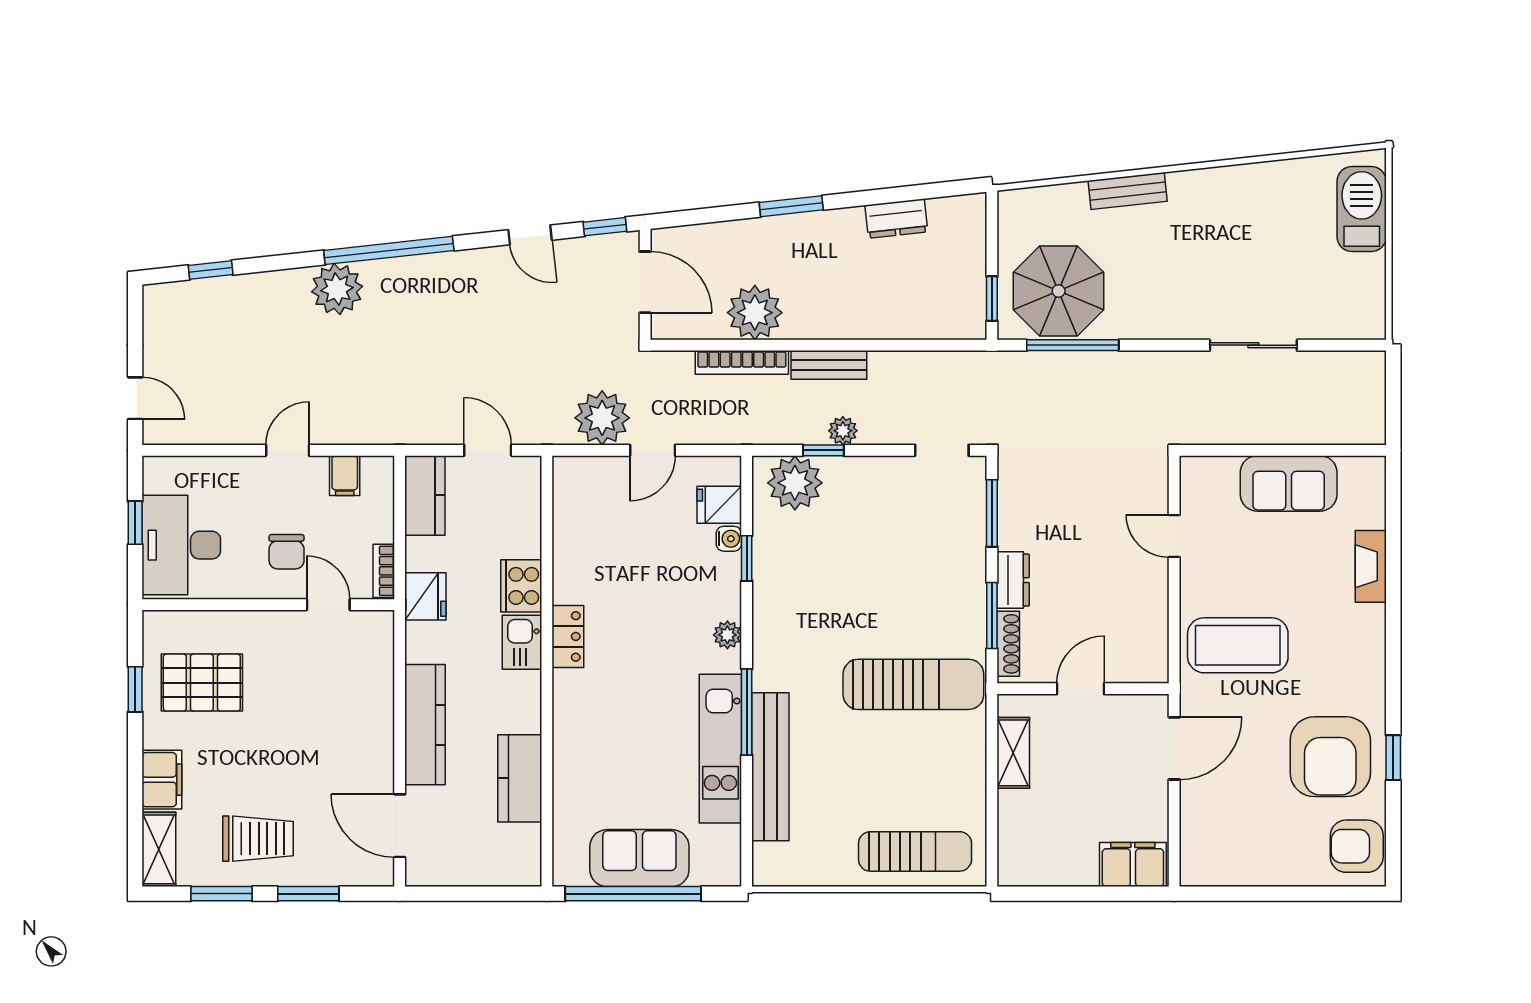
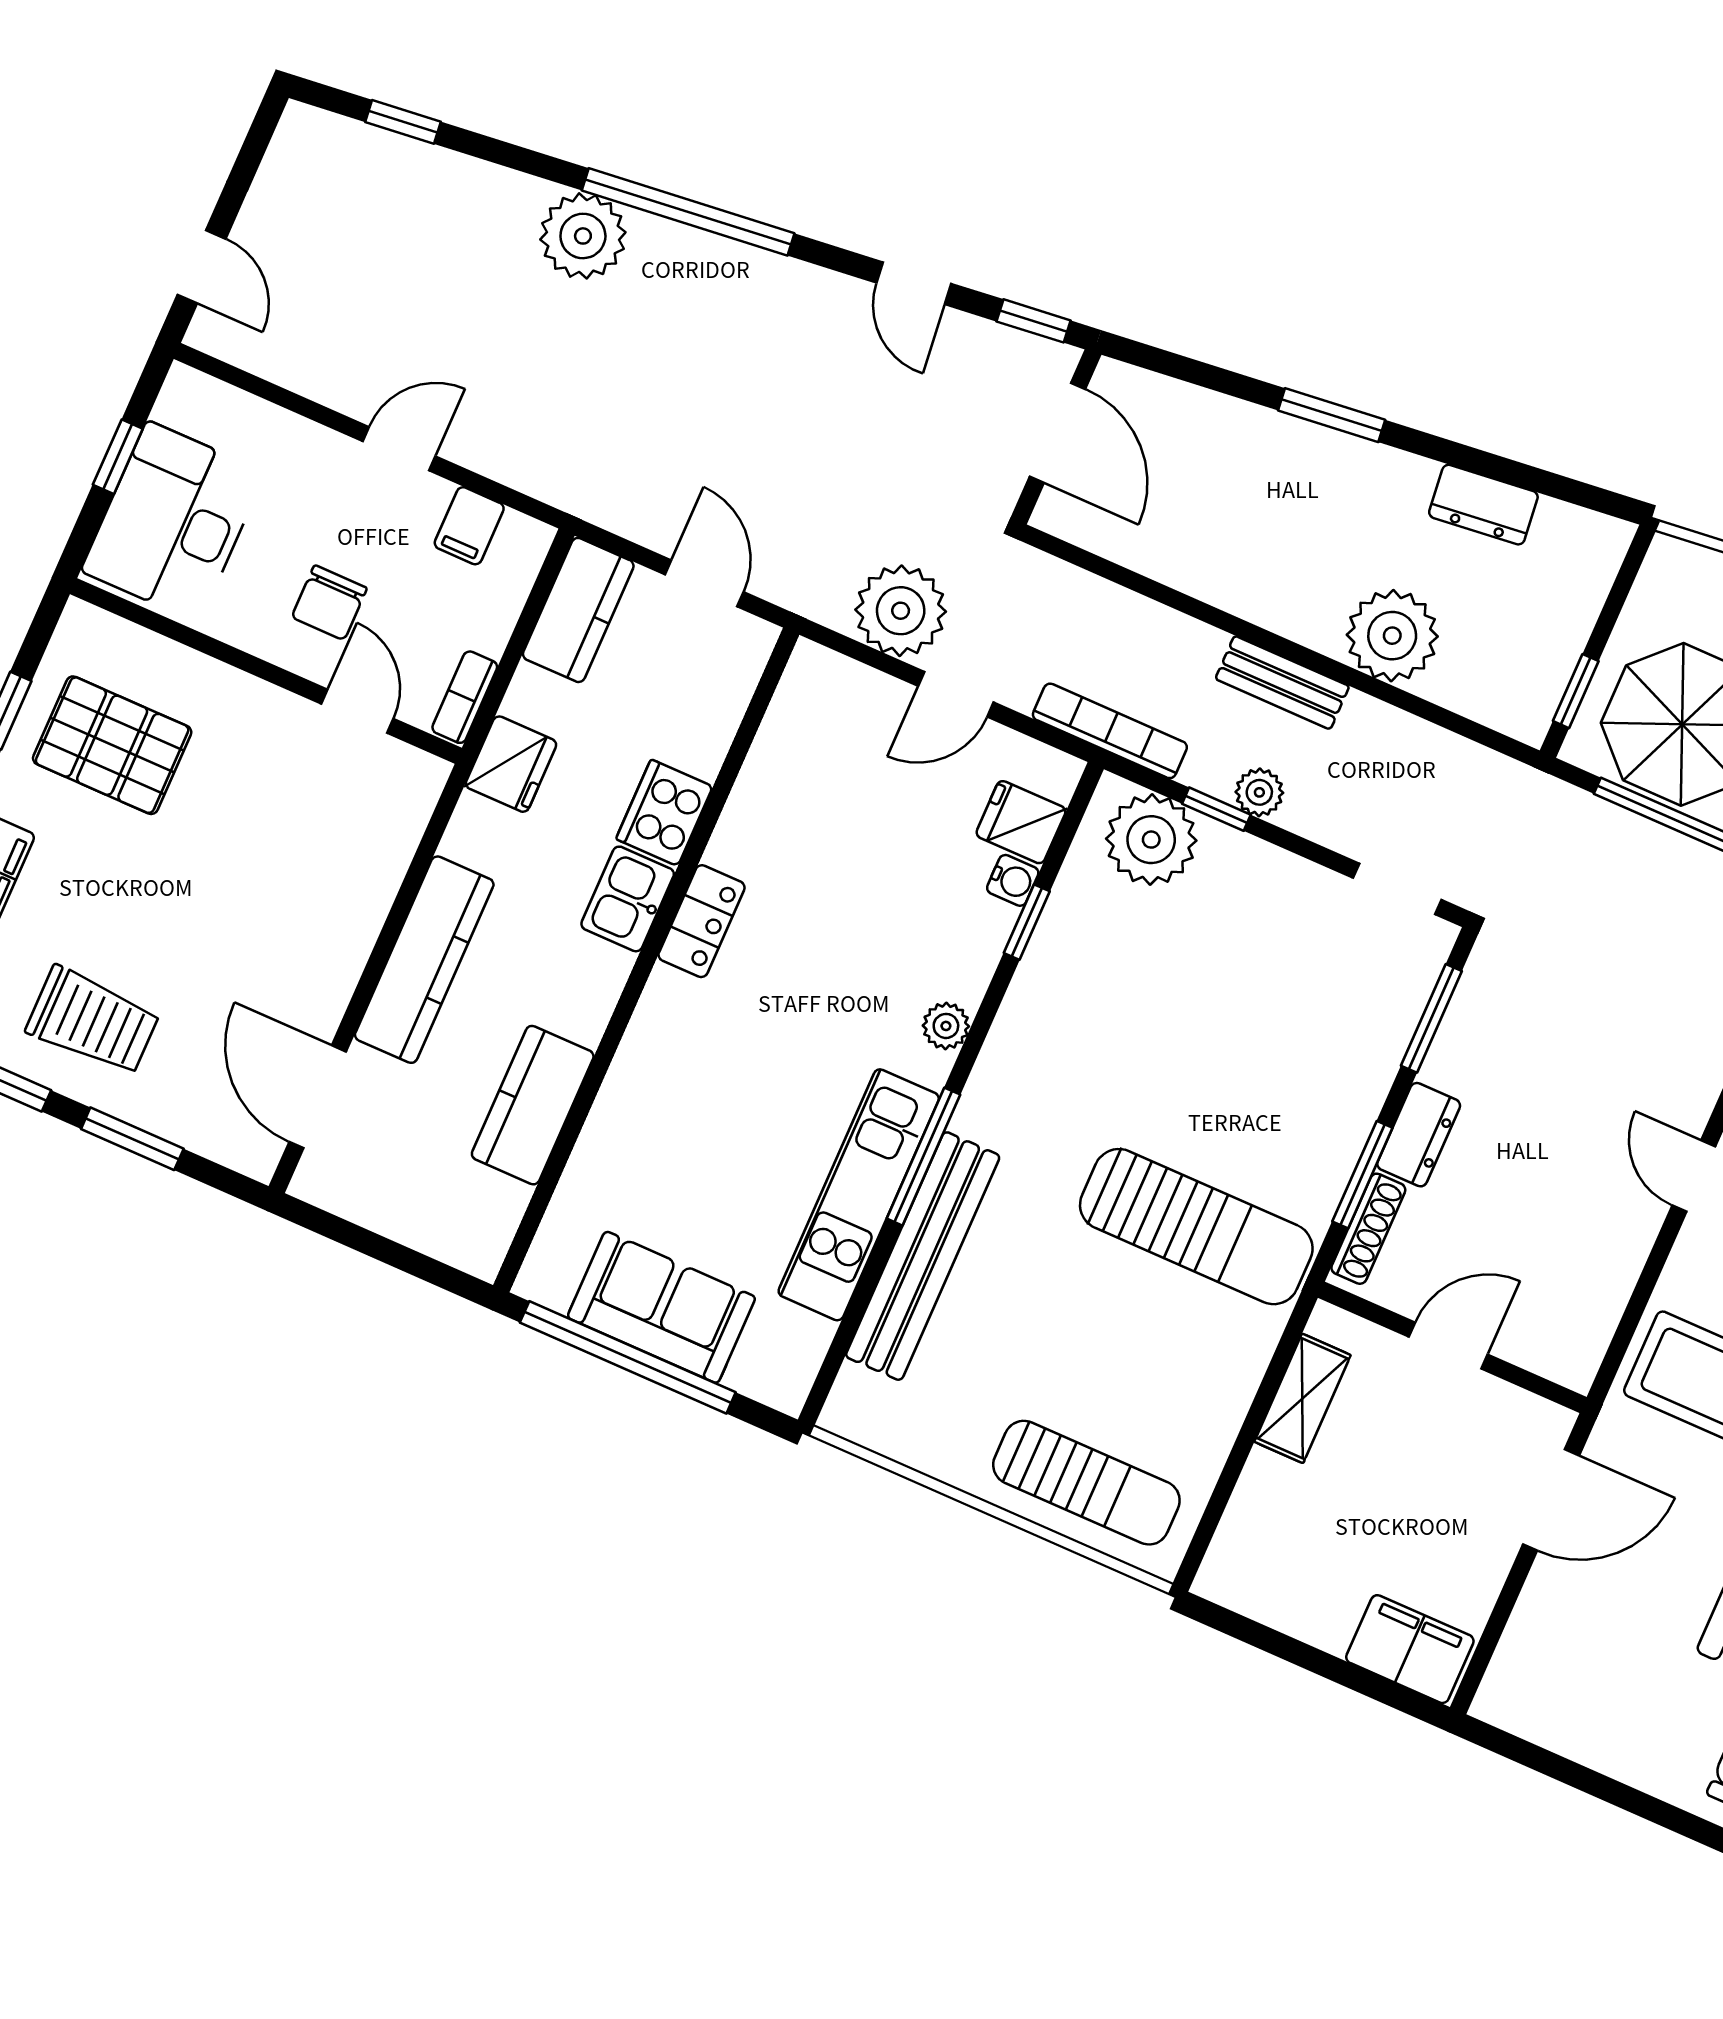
plant: (755, 313) -> (1392, 636), moved
bookcase: (742, 362) -> (1110, 731), moved, turned 180

